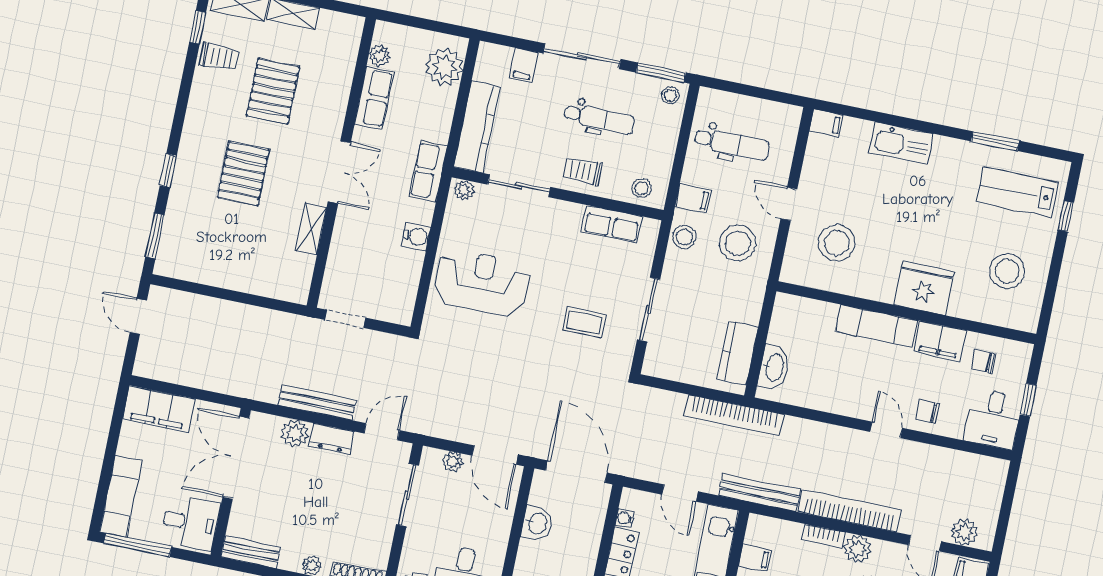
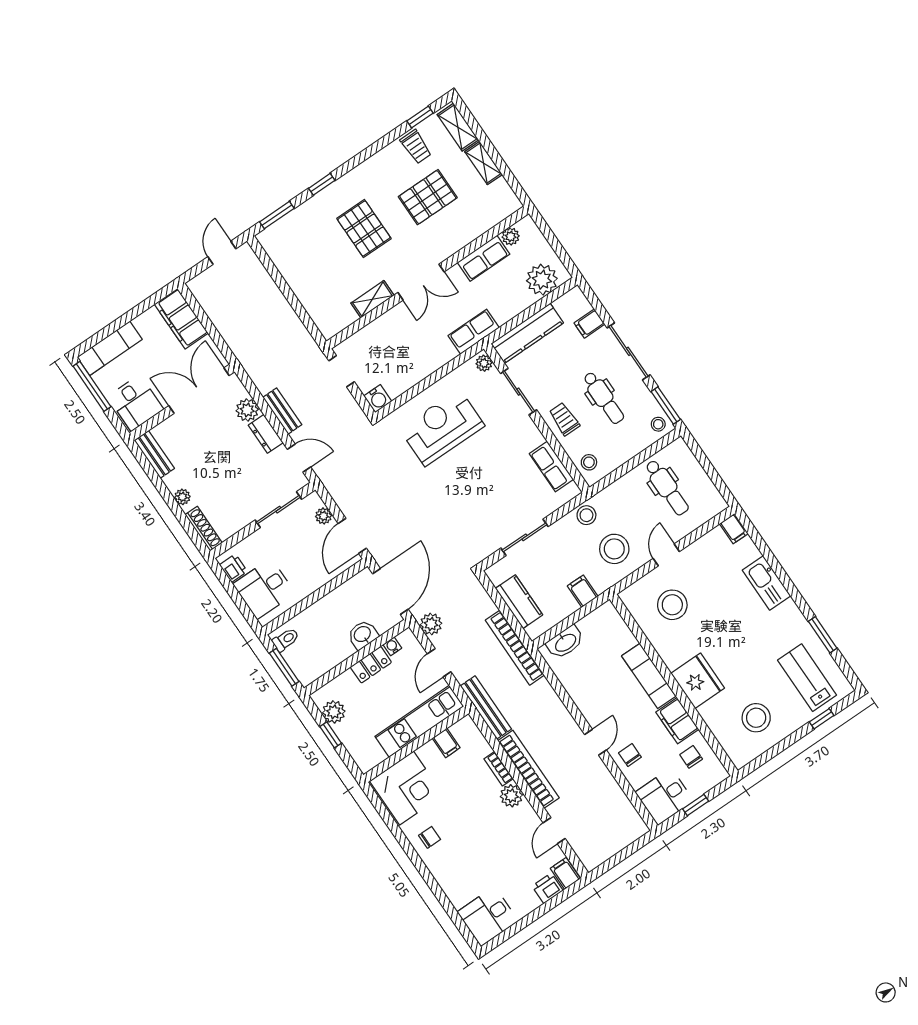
pallet: (243, 174) -> (364, 229), turned 90
filing cabinet: (693, 198) -> (583, 591), moved, turned 180
water cooler: (416, 236) -> (378, 399), moved
reception desk: (482, 283) -> (442, 427), turned -90
coffee table: (584, 323) -> (479, 509), removed
kitchen counter: (738, 353) -> (519, 602), moved, turned 90
bench: (317, 402) -> (282, 411), width x0.73
washbasin: (537, 523) -> (363, 635), moved, turned 180
plant: (965, 532) -> (431, 624), moved

